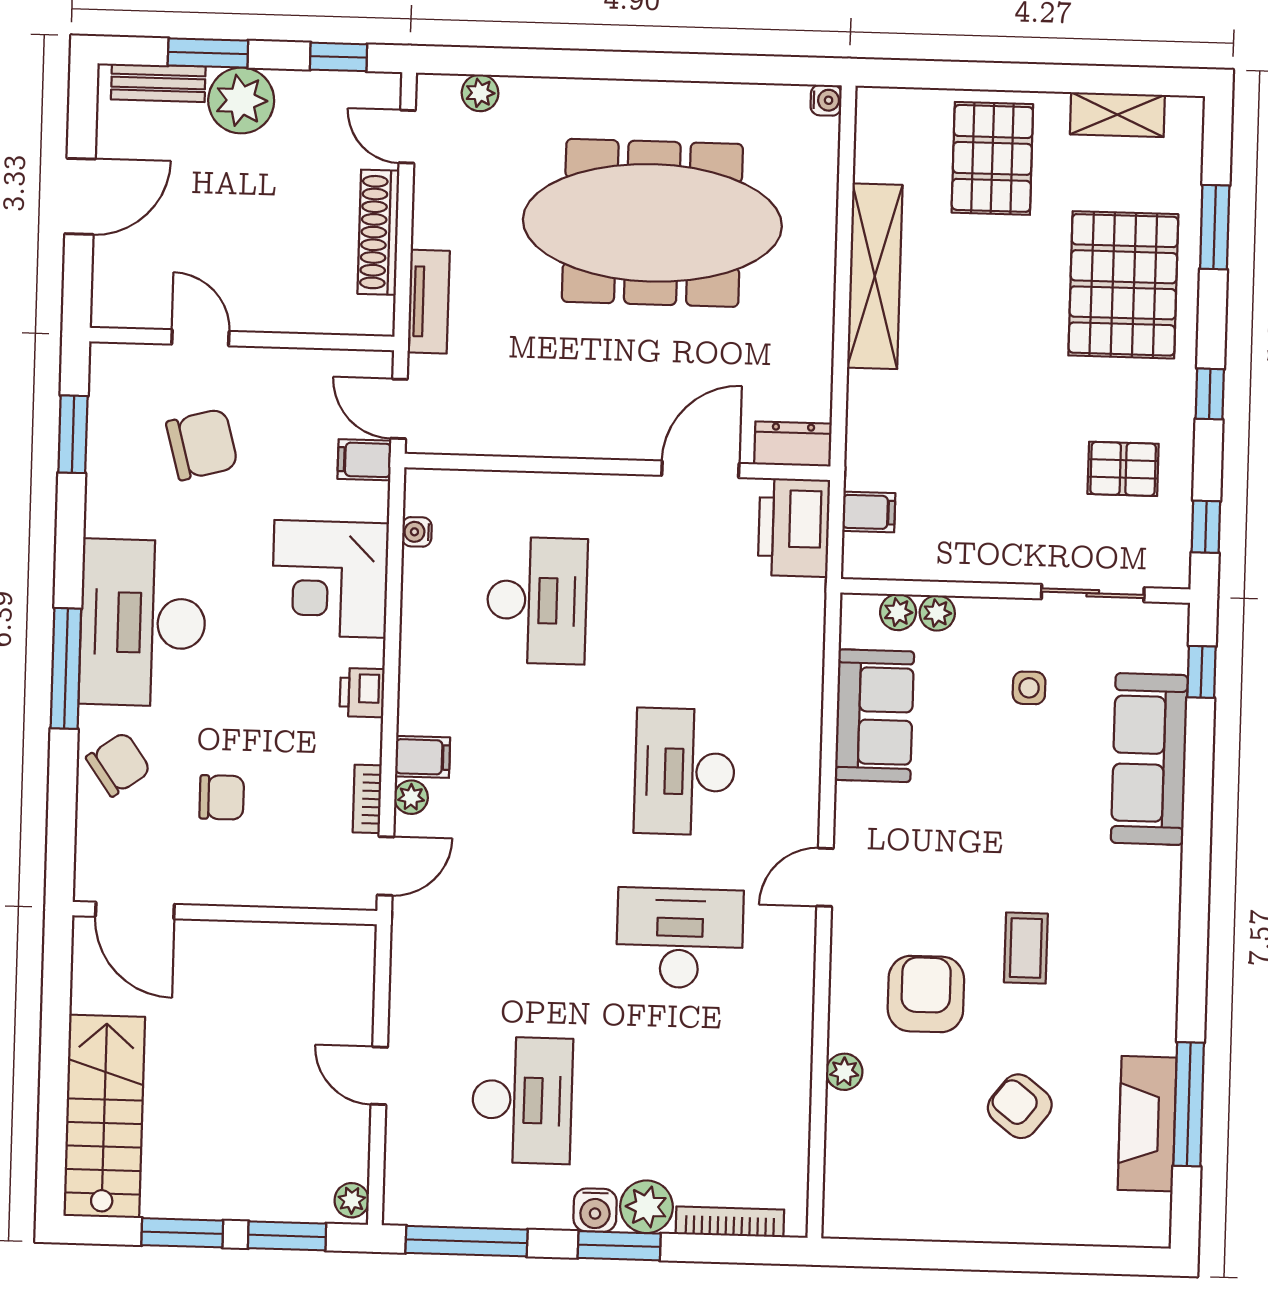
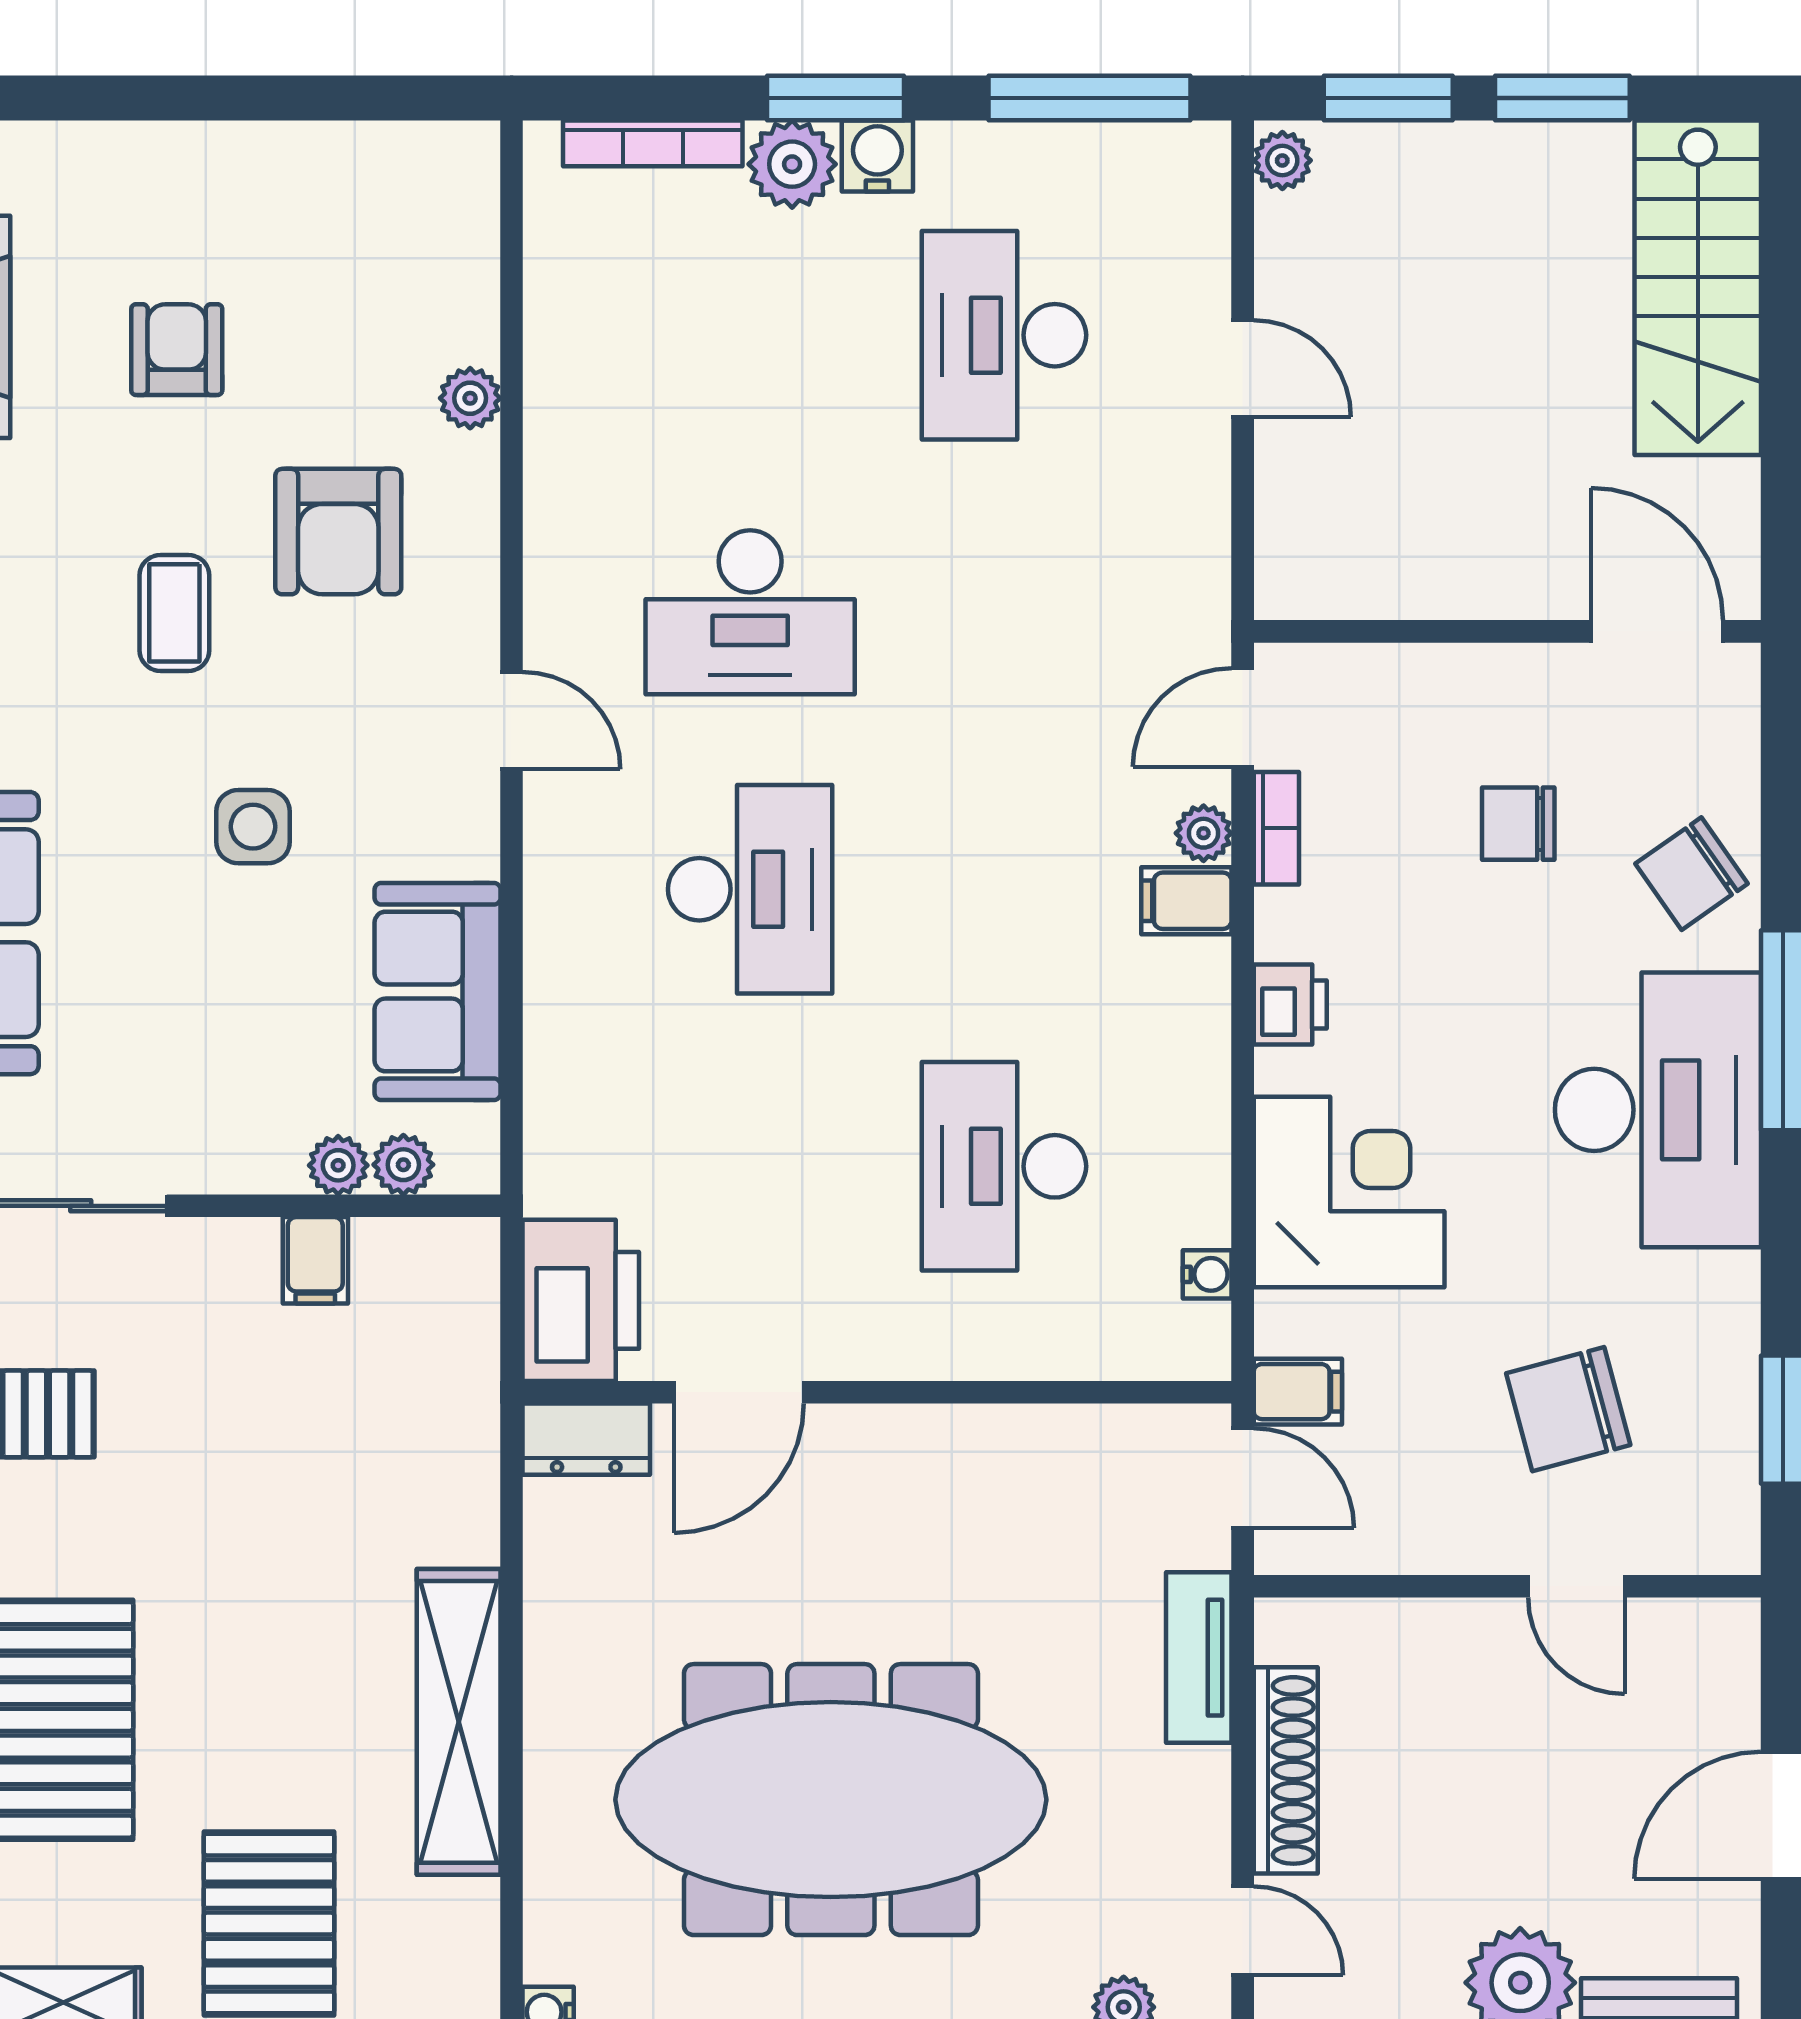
filing cabinet: (869, 512) -> (315, 1260), moved, turned -90
side table: (1029, 688) -> (253, 827), moved, width x1.37, depth x1.37
door: (825, 877) -> (512, 721), hinge flipped
armchair: (1020, 1106) -> (177, 350), turned -128

